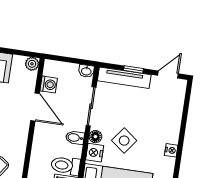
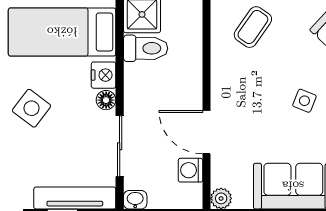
bidet: (75, 138) -> (138, 94), removed
side table: (124, 141) -> (31, 108), moved

